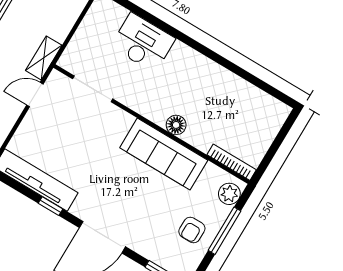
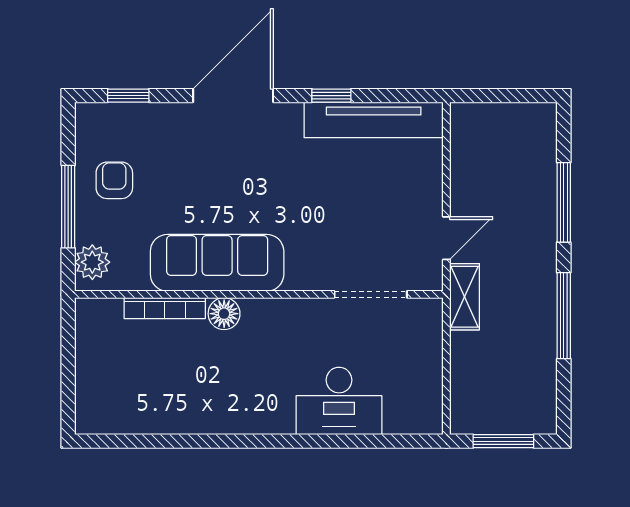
bookcase: (232, 162) -> (165, 308), moved

